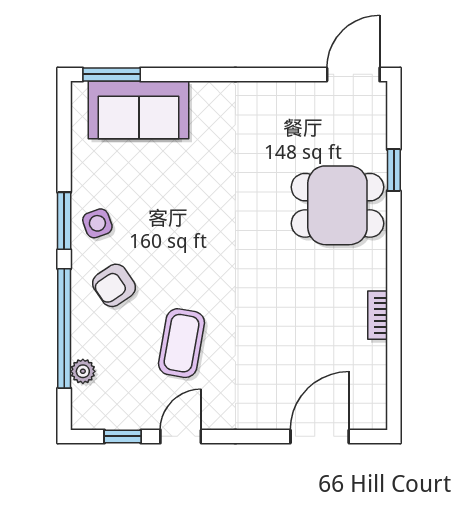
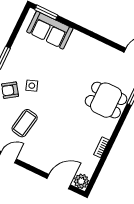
side table: (97, 223) -> (32, 86), moved
plant: (369, 412) -> (81, 181), added

